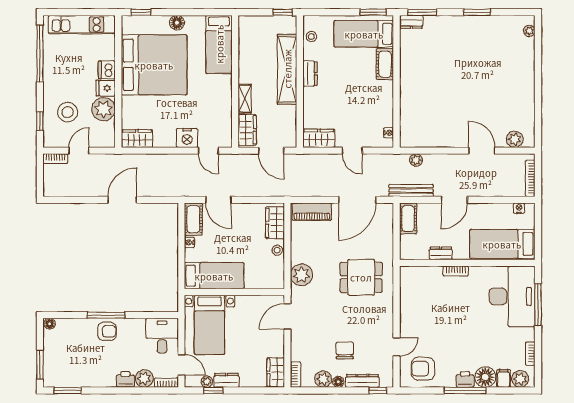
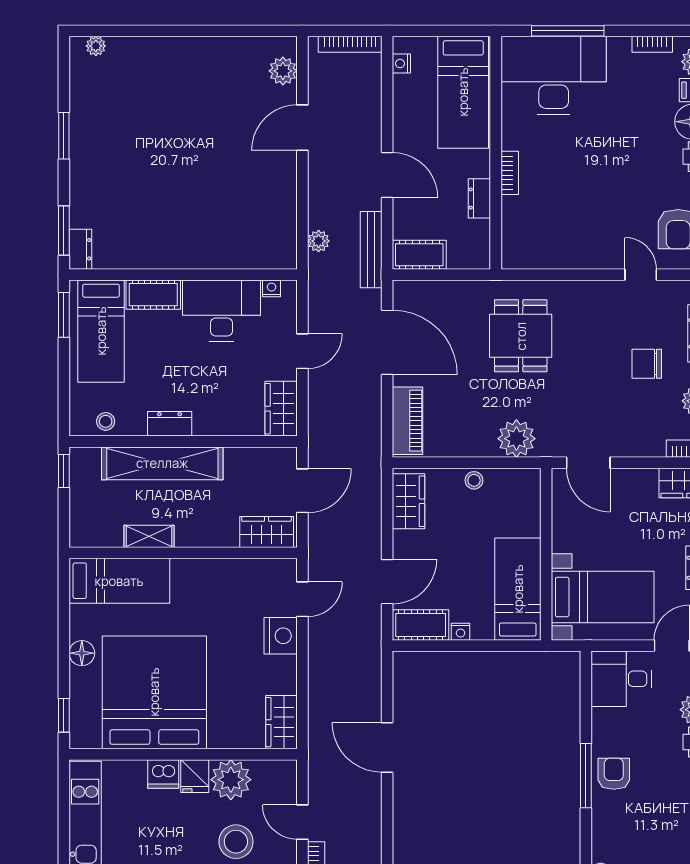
shelving: (245, 99) -> (149, 536), moved
desk: (376, 104) -> (221, 311), added
wardrobe: (275, 223) -> (408, 501), moved, turned -90

